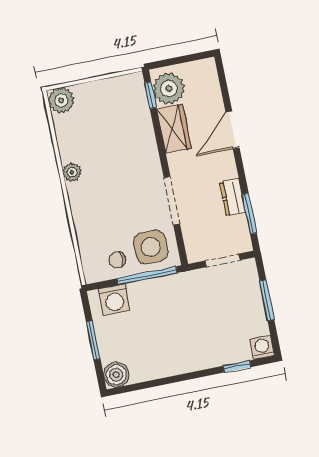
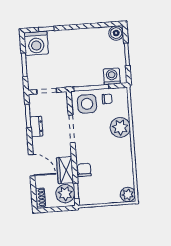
shoe rack: (210, 76) -> (40, 197), added
door: (232, 130) -> (32, 165), hinge flipped
chair: (141, 133) -> (84, 170), added
plant: (72, 172) -> (120, 127), moved, width x1.87, depth x1.87
washing machine: (262, 347) -> (36, 43), width x1.89, depth x1.89

